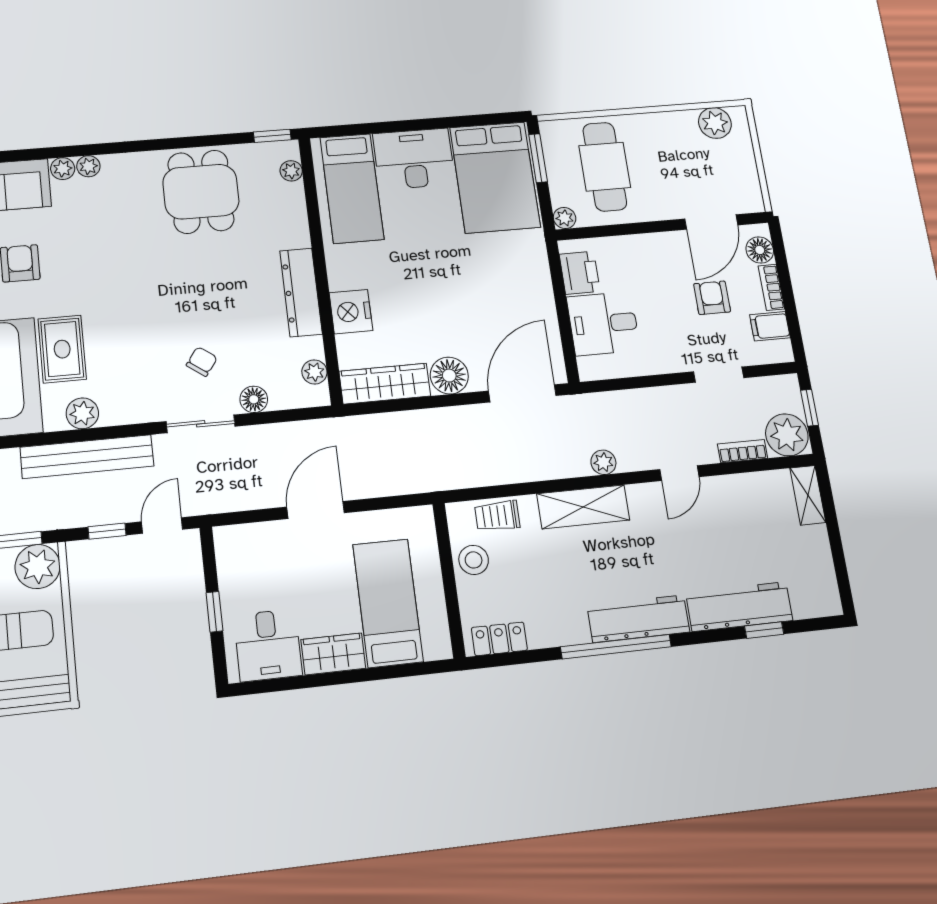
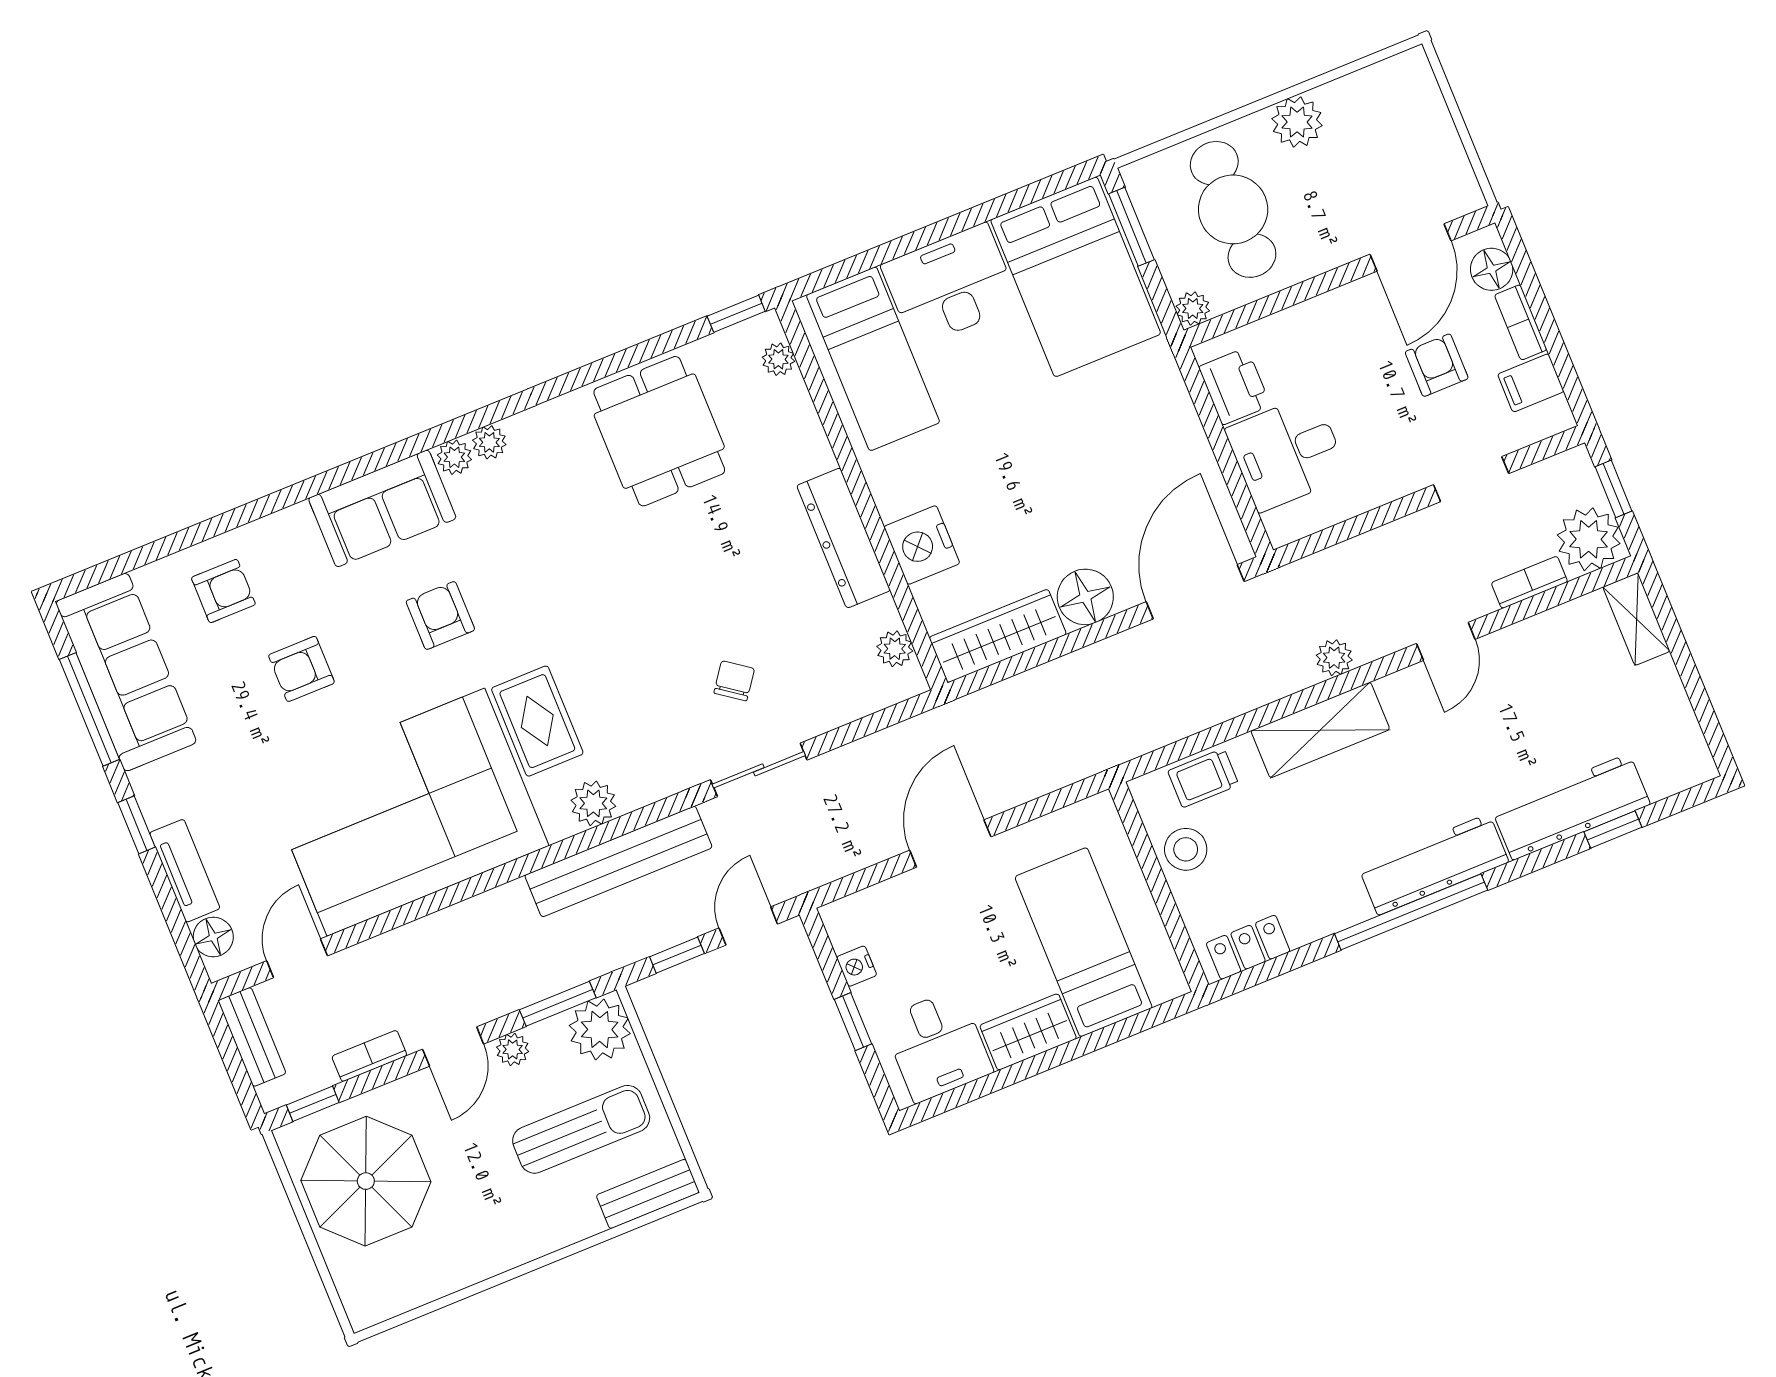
plant: (715, 123) -> (1297, 122), moved
floor lamp: (254, 399) -> (822, 713), removed
nightstand: (228, 574) -> (857, 966), added

